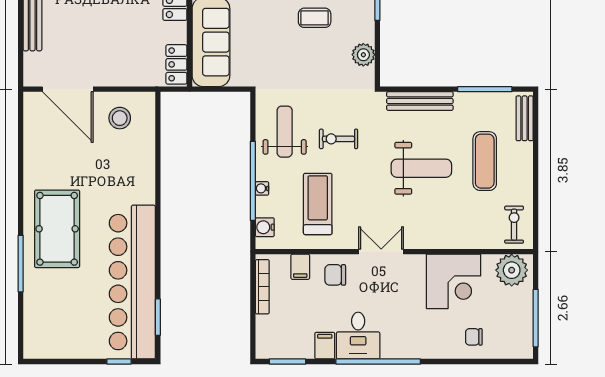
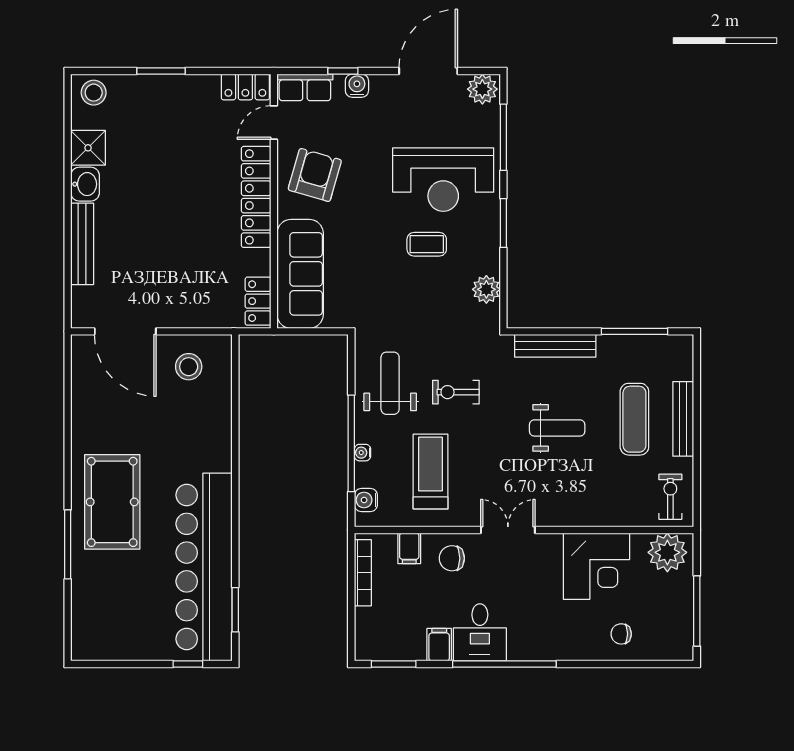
bench: (525, 118) -> (683, 419), moved, width x1.36
weight bench: (421, 168) -> (557, 428), width x0.73, depth x0.75

